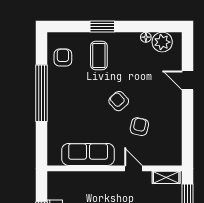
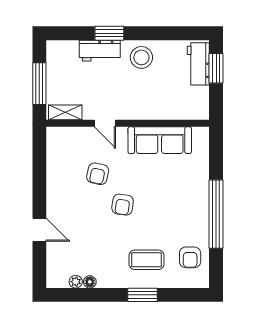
plant: (162, 42) -> (76, 282), width x0.53, depth x0.53
coffee table: (99, 56) -> (147, 260), turned 90
armchair: (119, 101) -> (123, 205), turned 51

